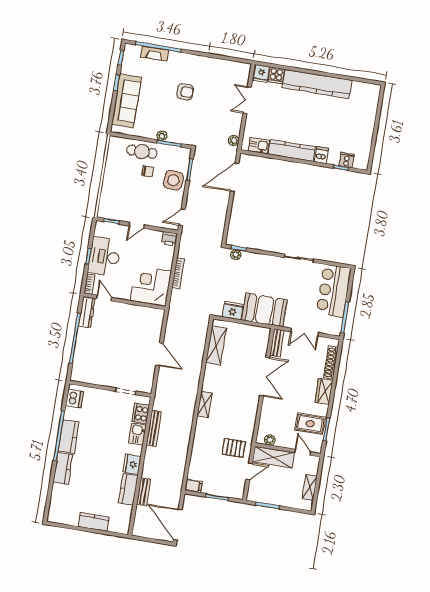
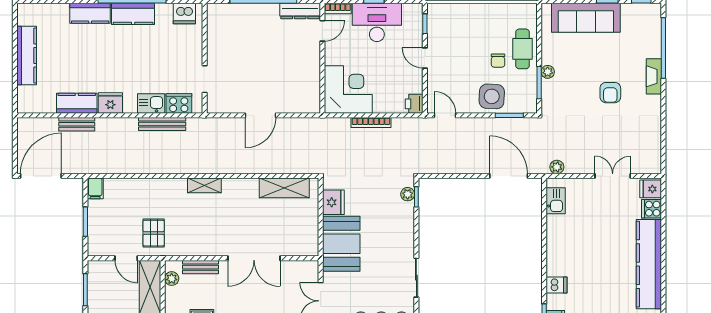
fireplace: (154, 54) -> (654, 76), moved
kitchen counter: (292, 150) -> (556, 245), removed
bench: (277, 343) -> (200, 267), moved
kitchen counter: (94, 522) -> (27, 55), width x1.50

